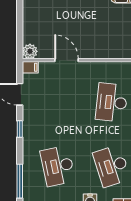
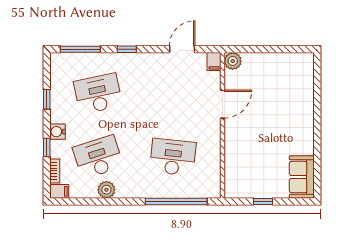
window: (20, 129) -> (127, 49), moved

